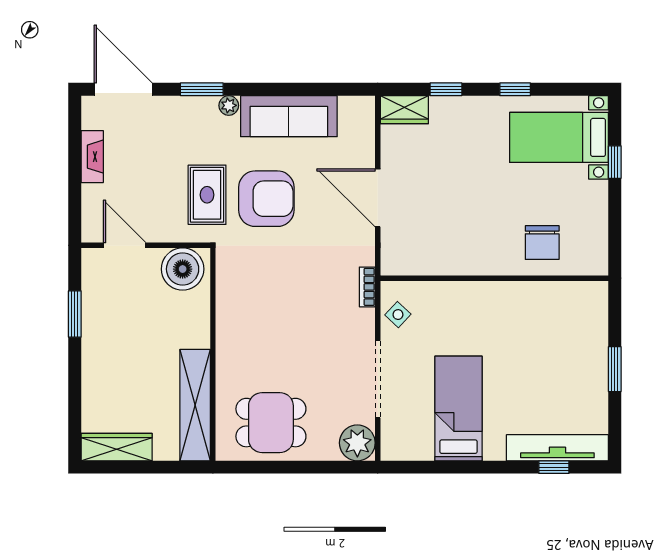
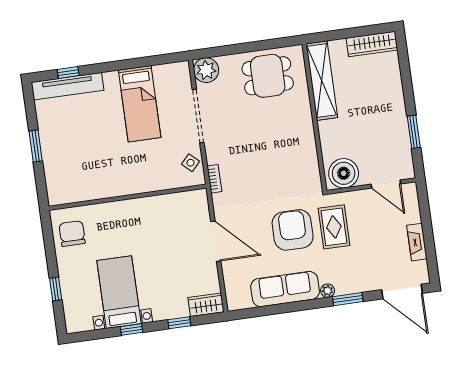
bed with nightstands: (559, 137) -> (119, 292), moved, turned -90
armchair: (266, 199) -> (293, 230), turned 90
chair: (542, 243) -> (72, 234), moved

